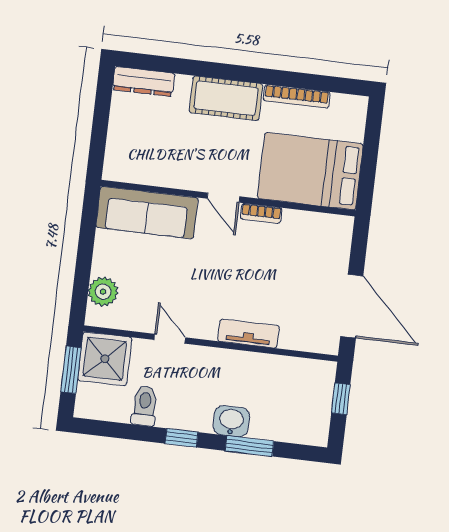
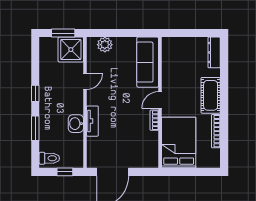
toilet: (145, 406) -> (49, 158), moved
washbasin: (231, 421) -> (76, 124), moved, turned 180

